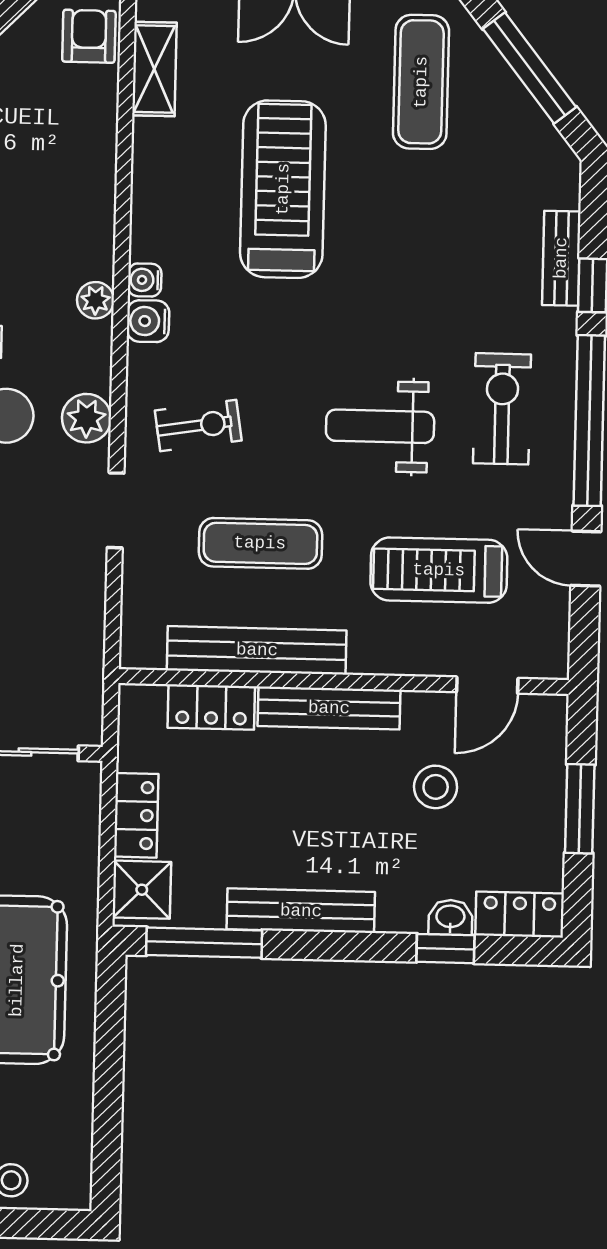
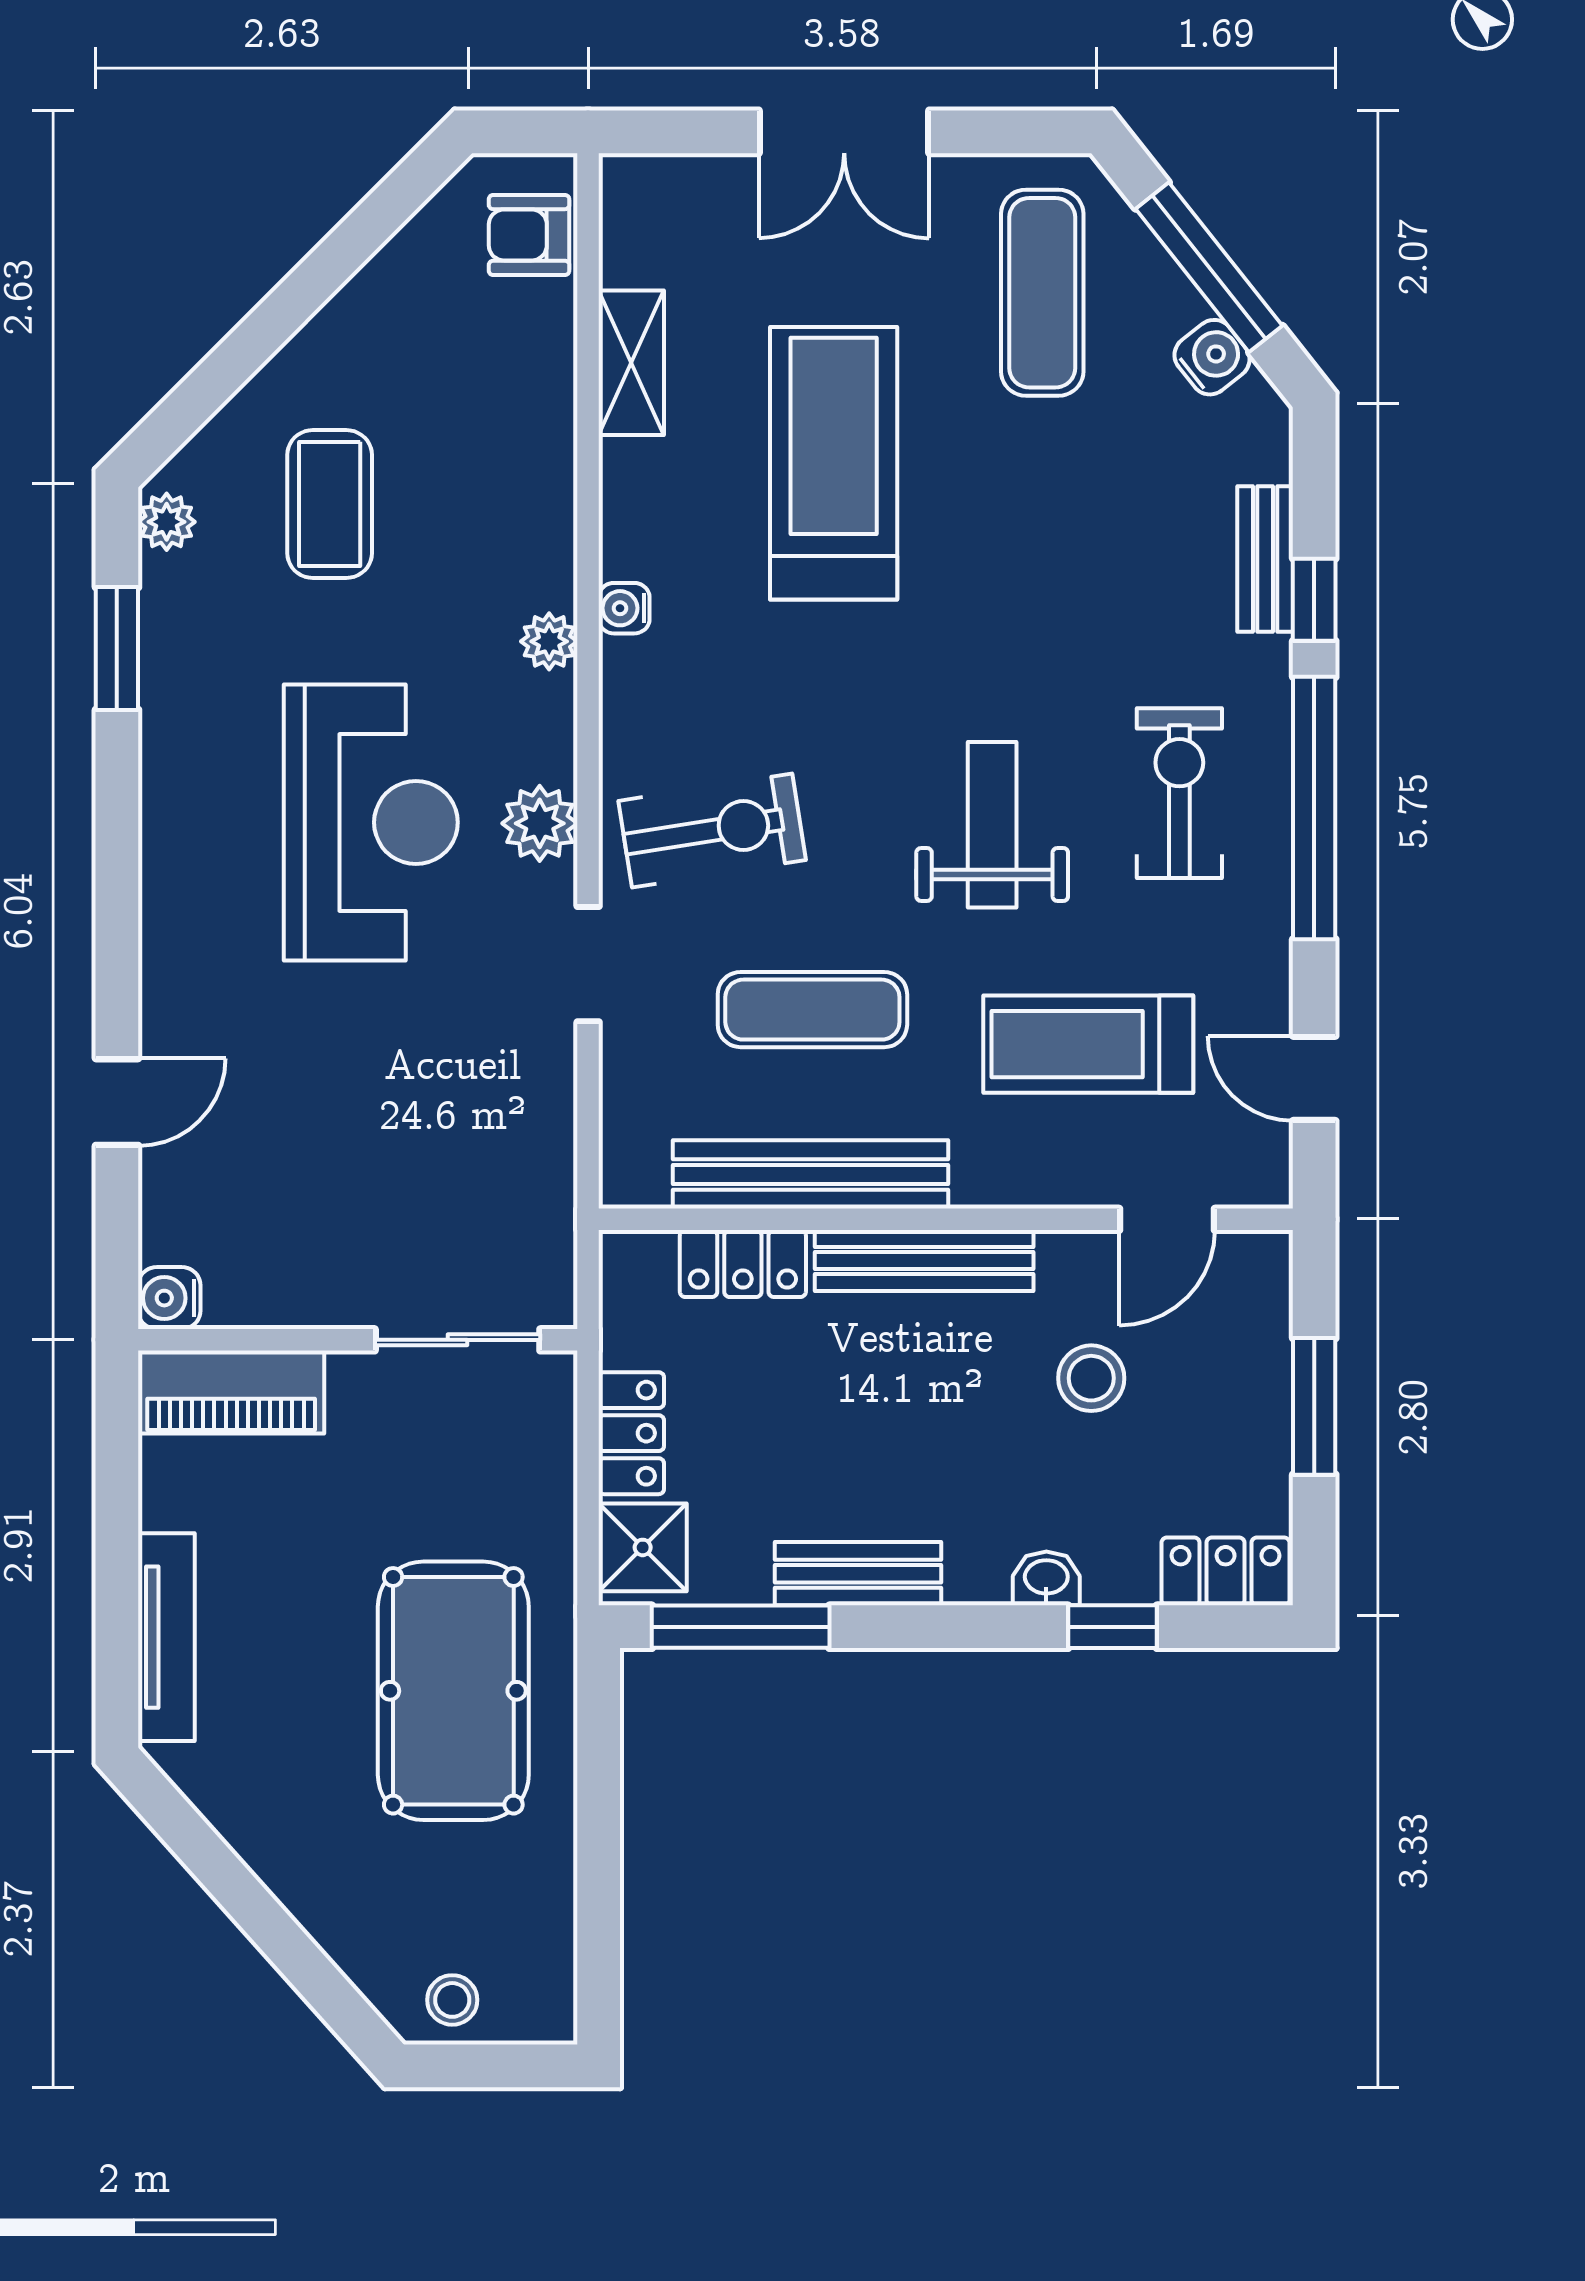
armchair: (89, 36) -> (529, 235), turned -90
shelving: (154, 69) -> (631, 363), moved
water cooler: (148, 321) -> (1212, 357), moved, turned 142
exercise bike: (198, 426) -> (712, 830), width x1.38, depth x1.39
weight bench: (380, 426) -> (992, 825), turned 90
door: (586, 559) -> (1314, 1078), moved
bench: (301, 911) -> (858, 1574), width x0.73
washbasin: (450, 917) -> (1046, 1578), moved

